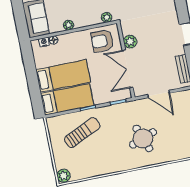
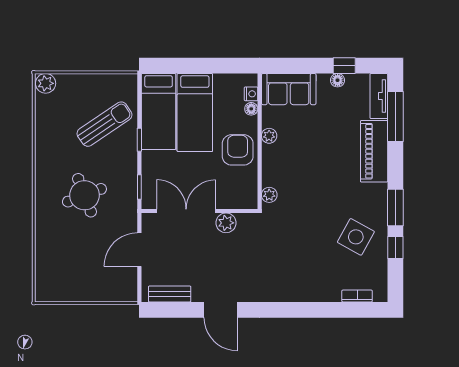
armchair: (102, 41) -> (238, 150), moved
sun lounger: (82, 133) -> (104, 124), turned -99
round table: (143, 138) -> (84, 195), moved

